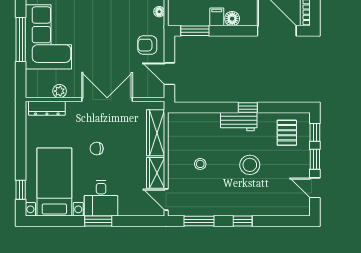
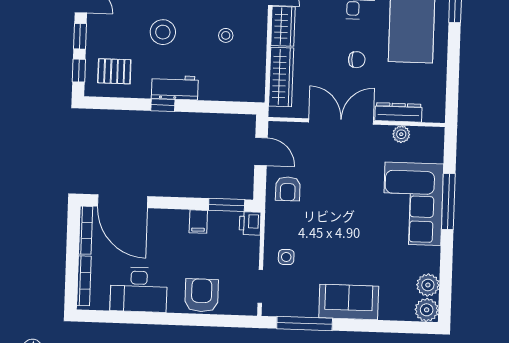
floor lamp: (159, 12) -> (271, 231), removed
printer: (176, 17) -> (250, 223), added
floor lamp: (232, 19) -> (179, 219), removed
armchair: (147, 45) -> (288, 189), turned 90
double door: (107, 99) -> (341, 121), swing flipped
dresser: (47, 108) -> (398, 112), moved
pallet: (287, 133) -> (114, 71), turned 90

